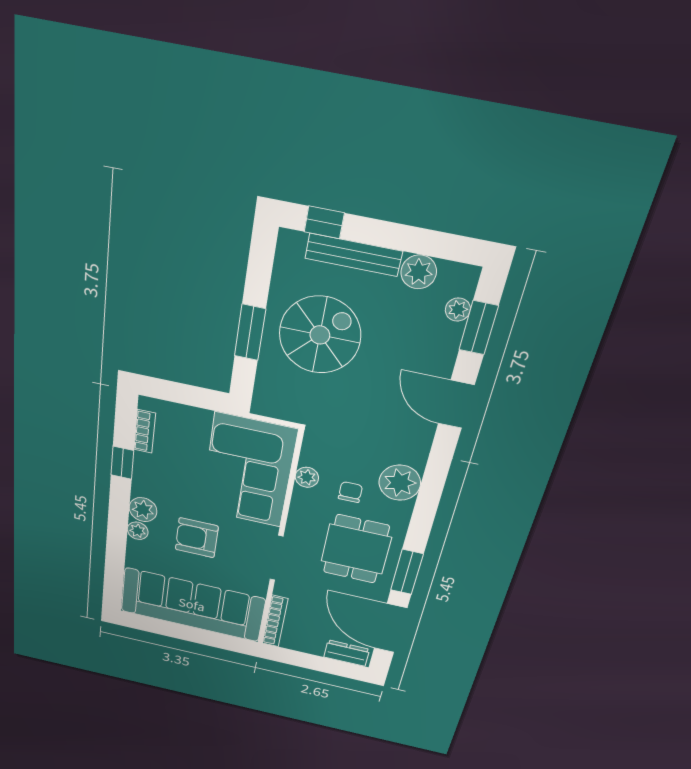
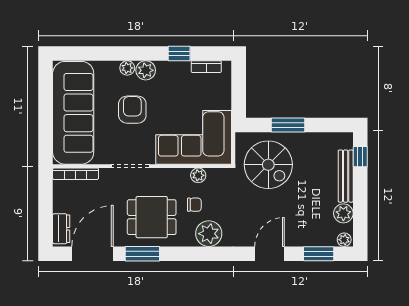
plant: (458, 310) -> (344, 240), moved
spiral stairs: (320, 335) -> (268, 165), moved

